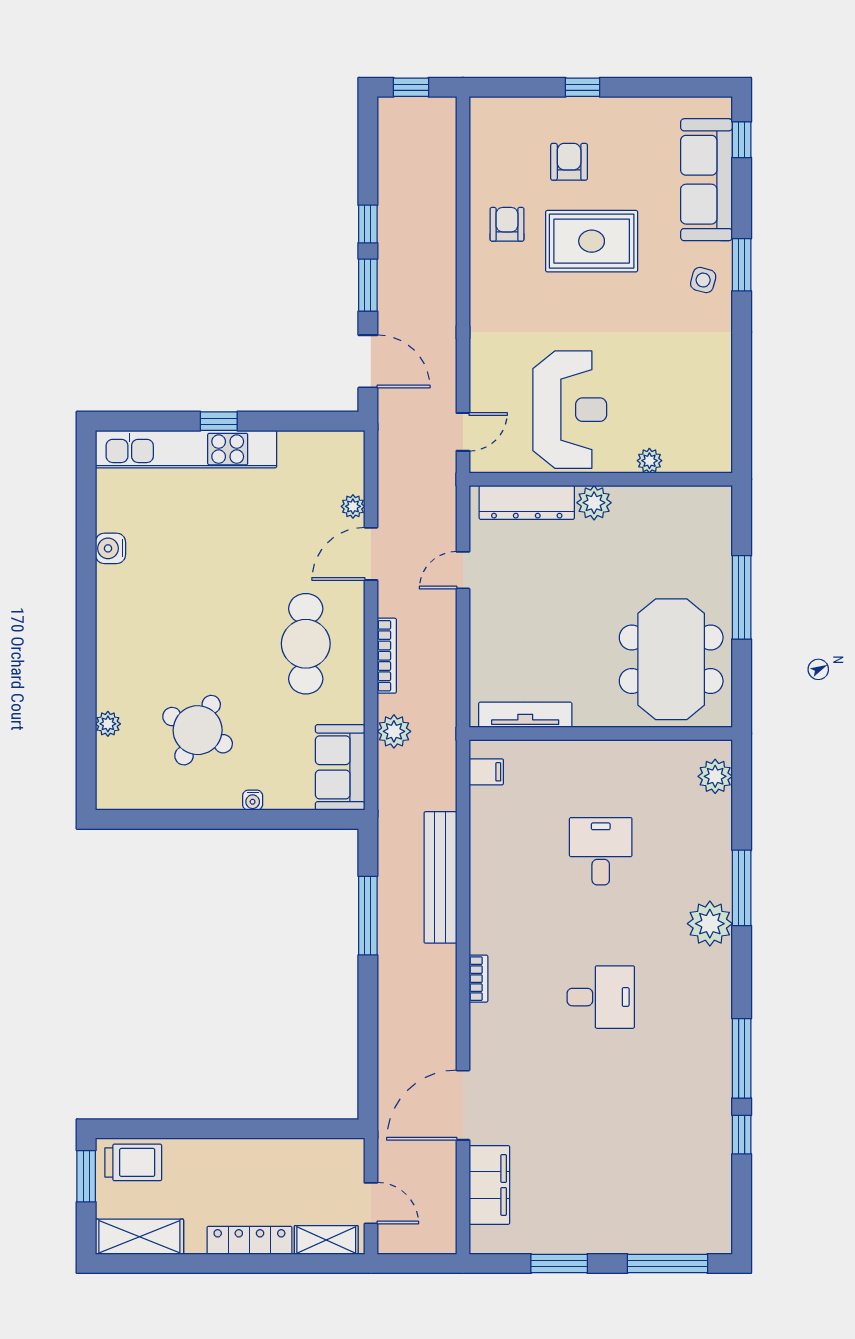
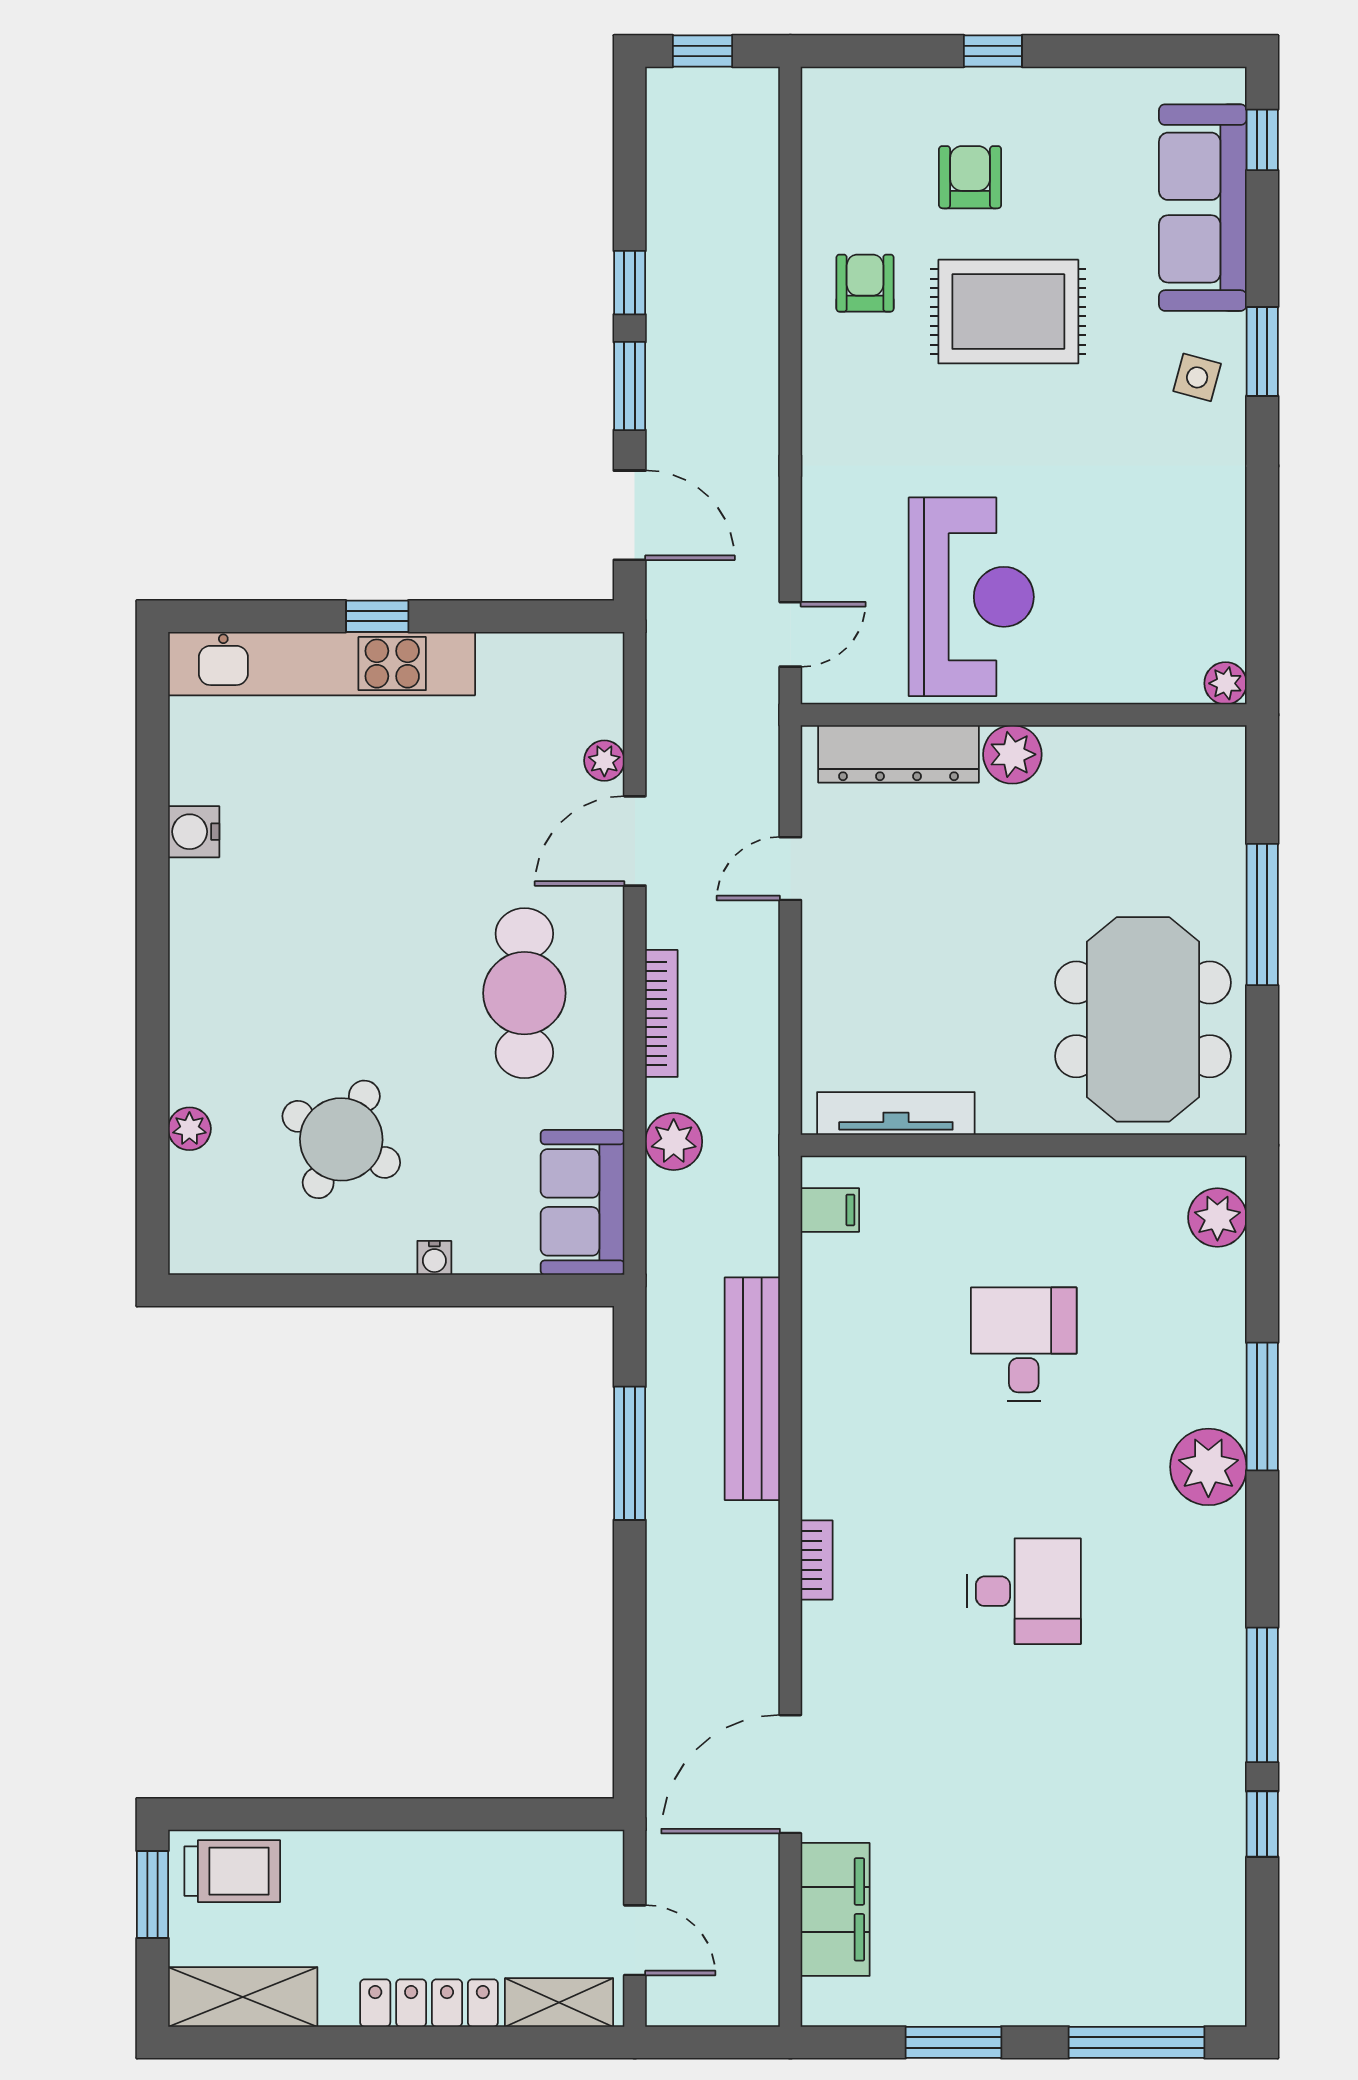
plant: (649, 461) -> (1226, 683), moved

